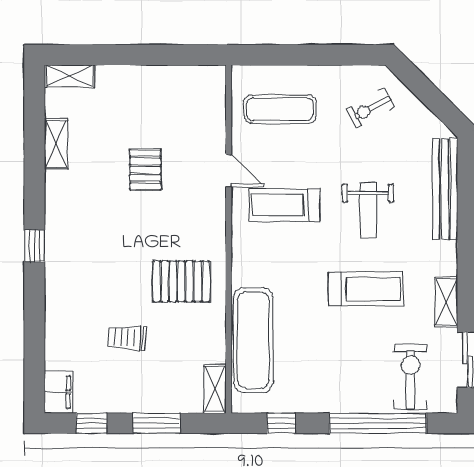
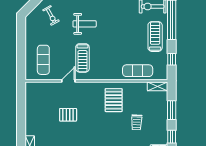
exercise bike: (371, 108) -> (51, 15), moved
treadmill: (366, 289) -> (155, 37), moved
exercise mat: (253, 340) -> (138, 71), width x0.73, depth x0.69

